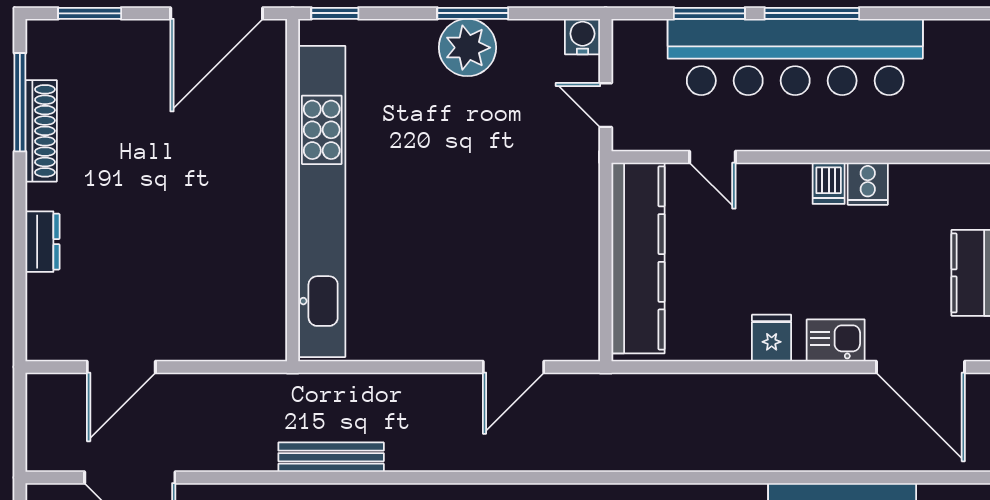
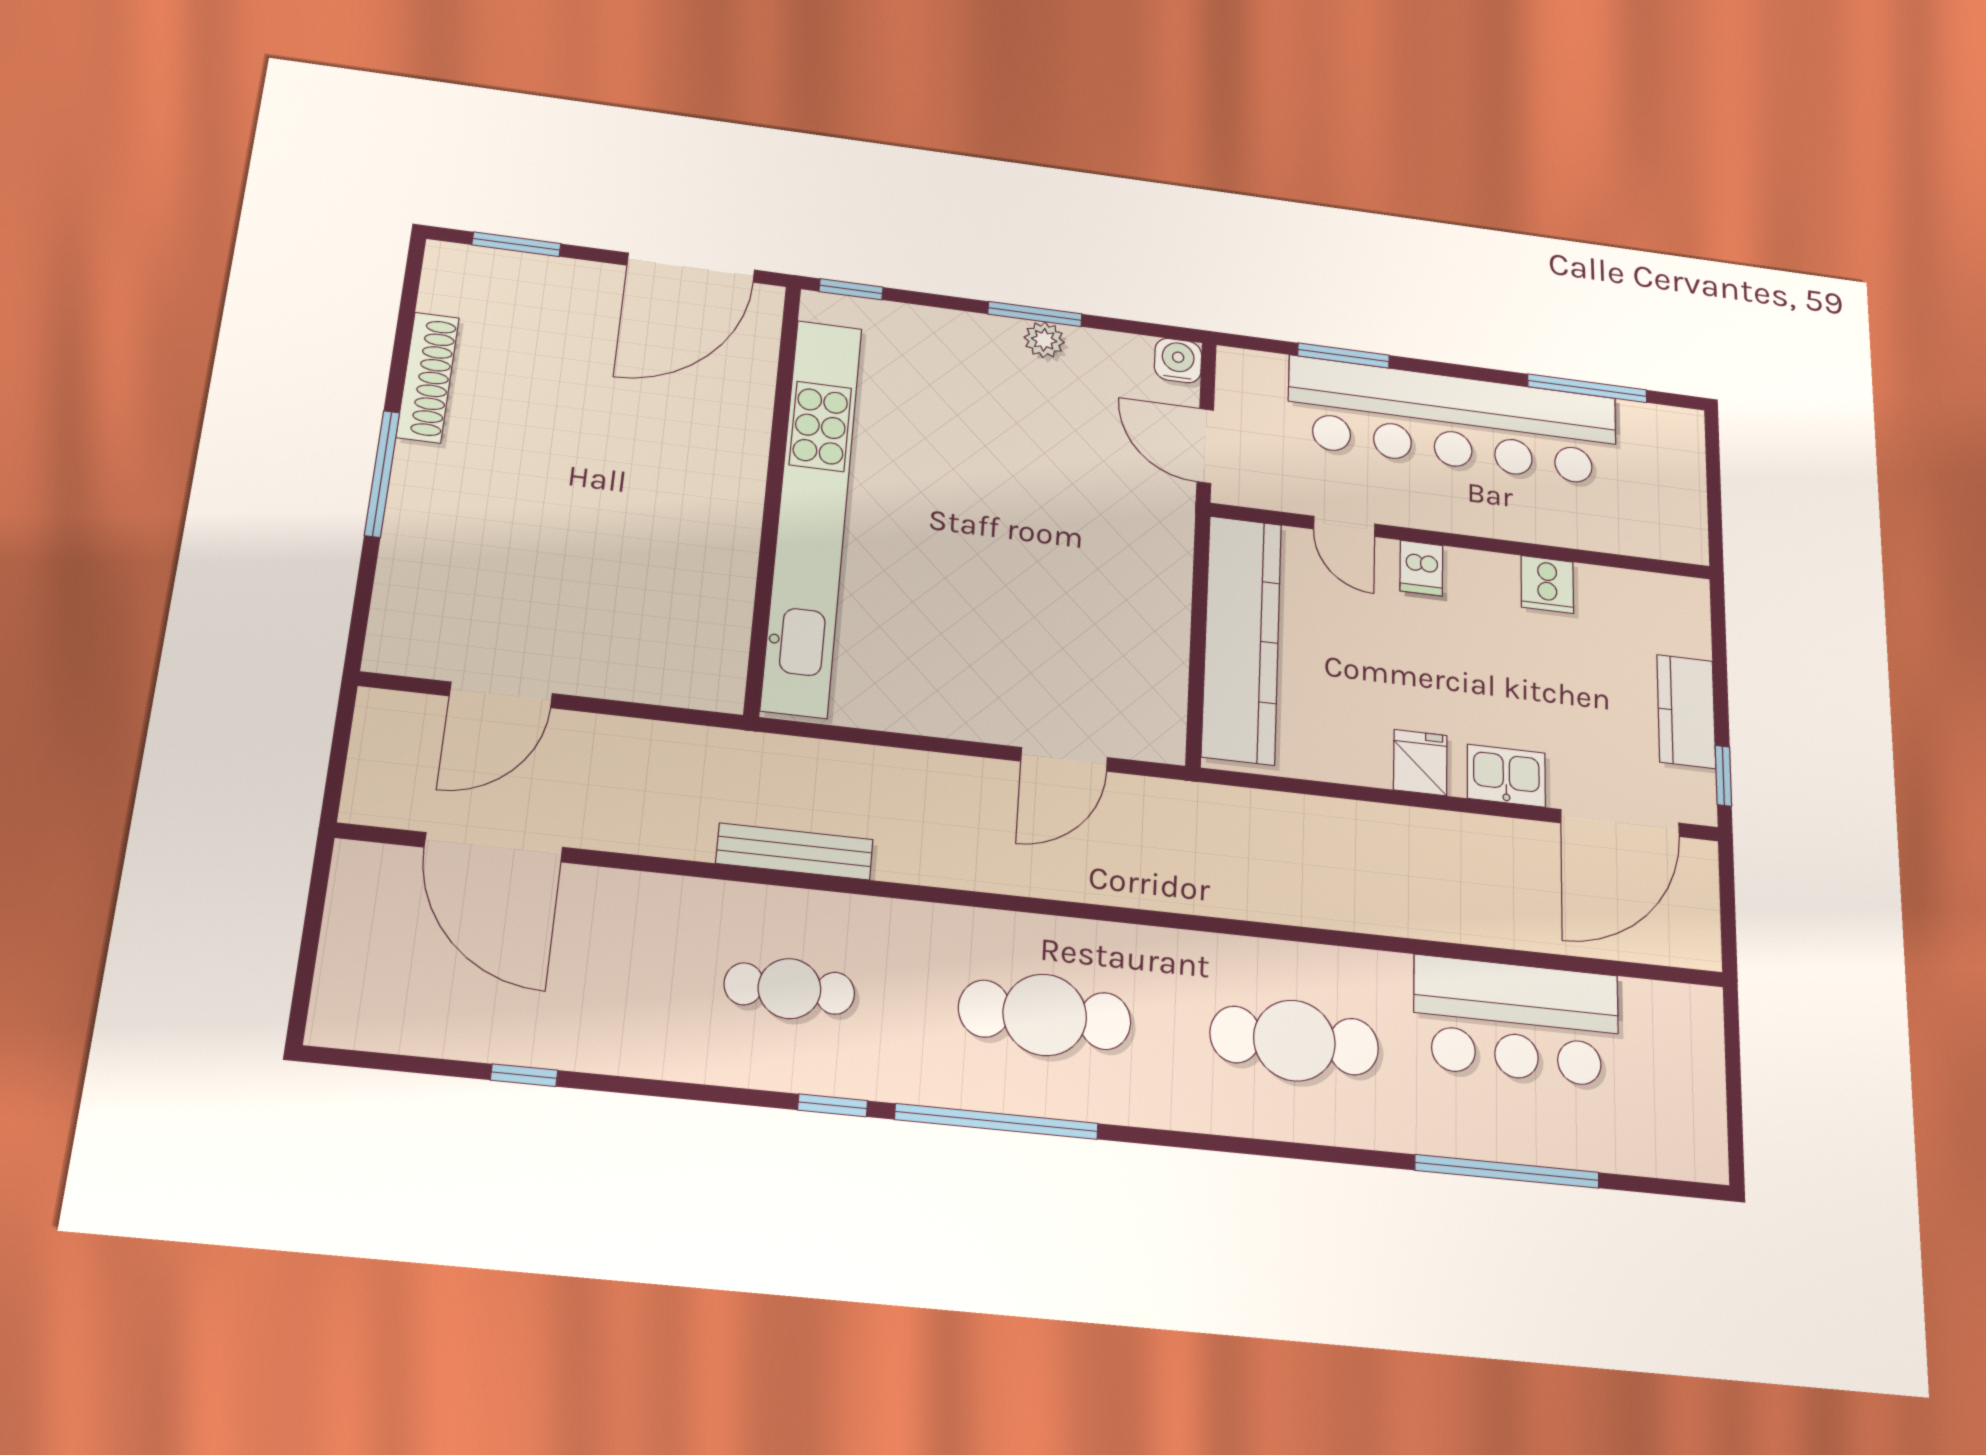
window: (812, 13) -> (1587, 388), moved
plant: (467, 48) -> (1044, 340), width x0.53, depth x0.53
window: (20, 102) -> (382, 474), moved
door: (606, 105) -> (1205, 446), width x1.38
dishwasher: (829, 183) -> (1421, 568), moved
dresser: (43, 242) -> (409, 517), removed
door: (921, 367) -> (1620, 823), hinge flipped

